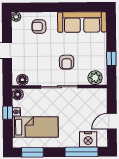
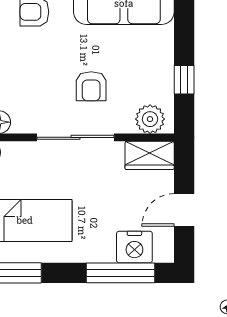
wardrobe: (95, 95) -> (150, 155), added

